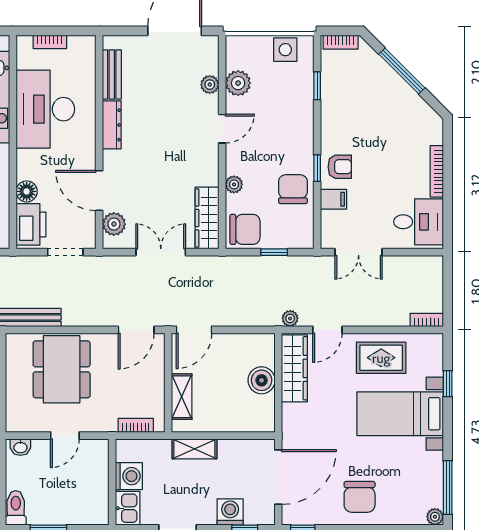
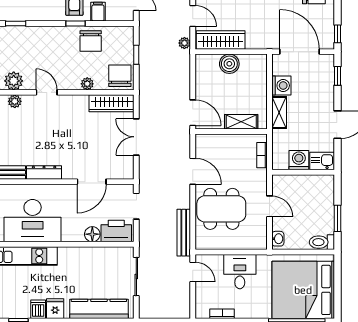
chair: (293, 189) -> (91, 41), turned -90
plant: (114, 224) -> (116, 171), removed
door: (136, 330) -> (193, 171), moved
washing machine: (230, 512) -> (281, 85), moved, turned 180

